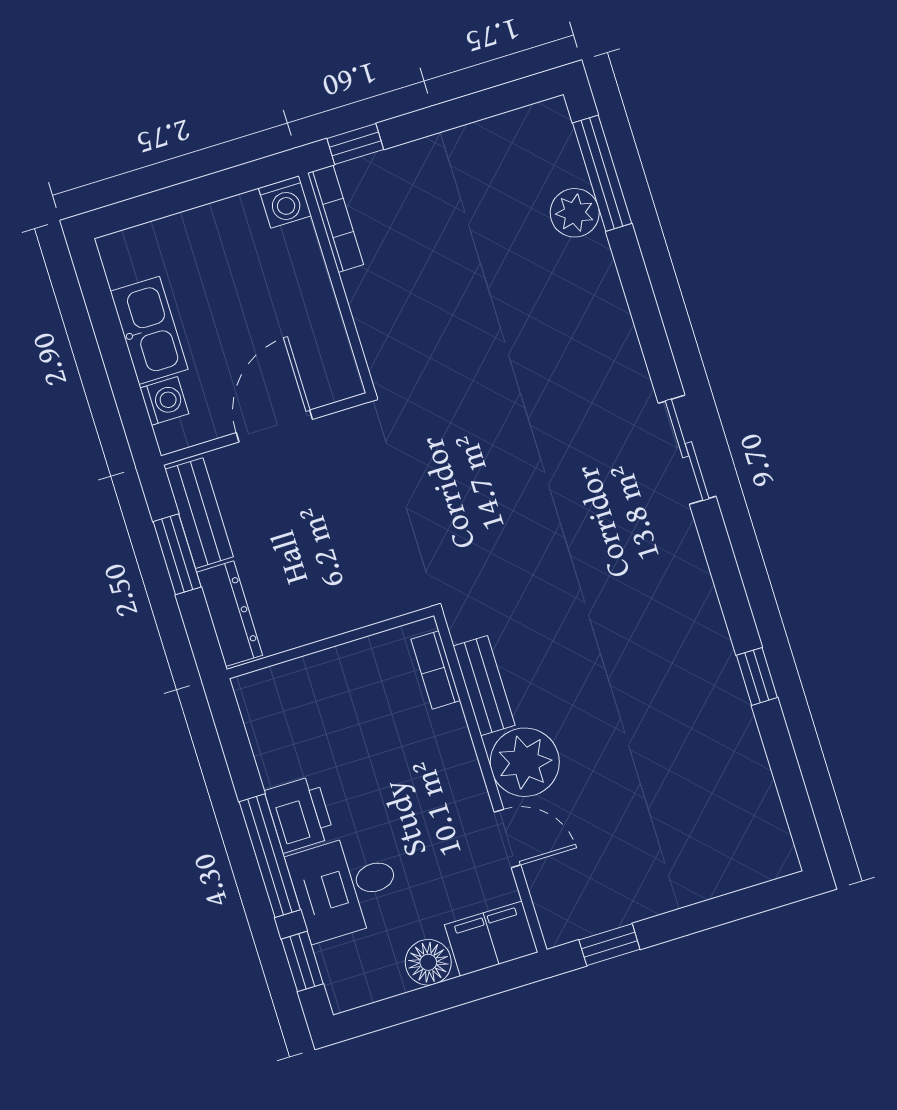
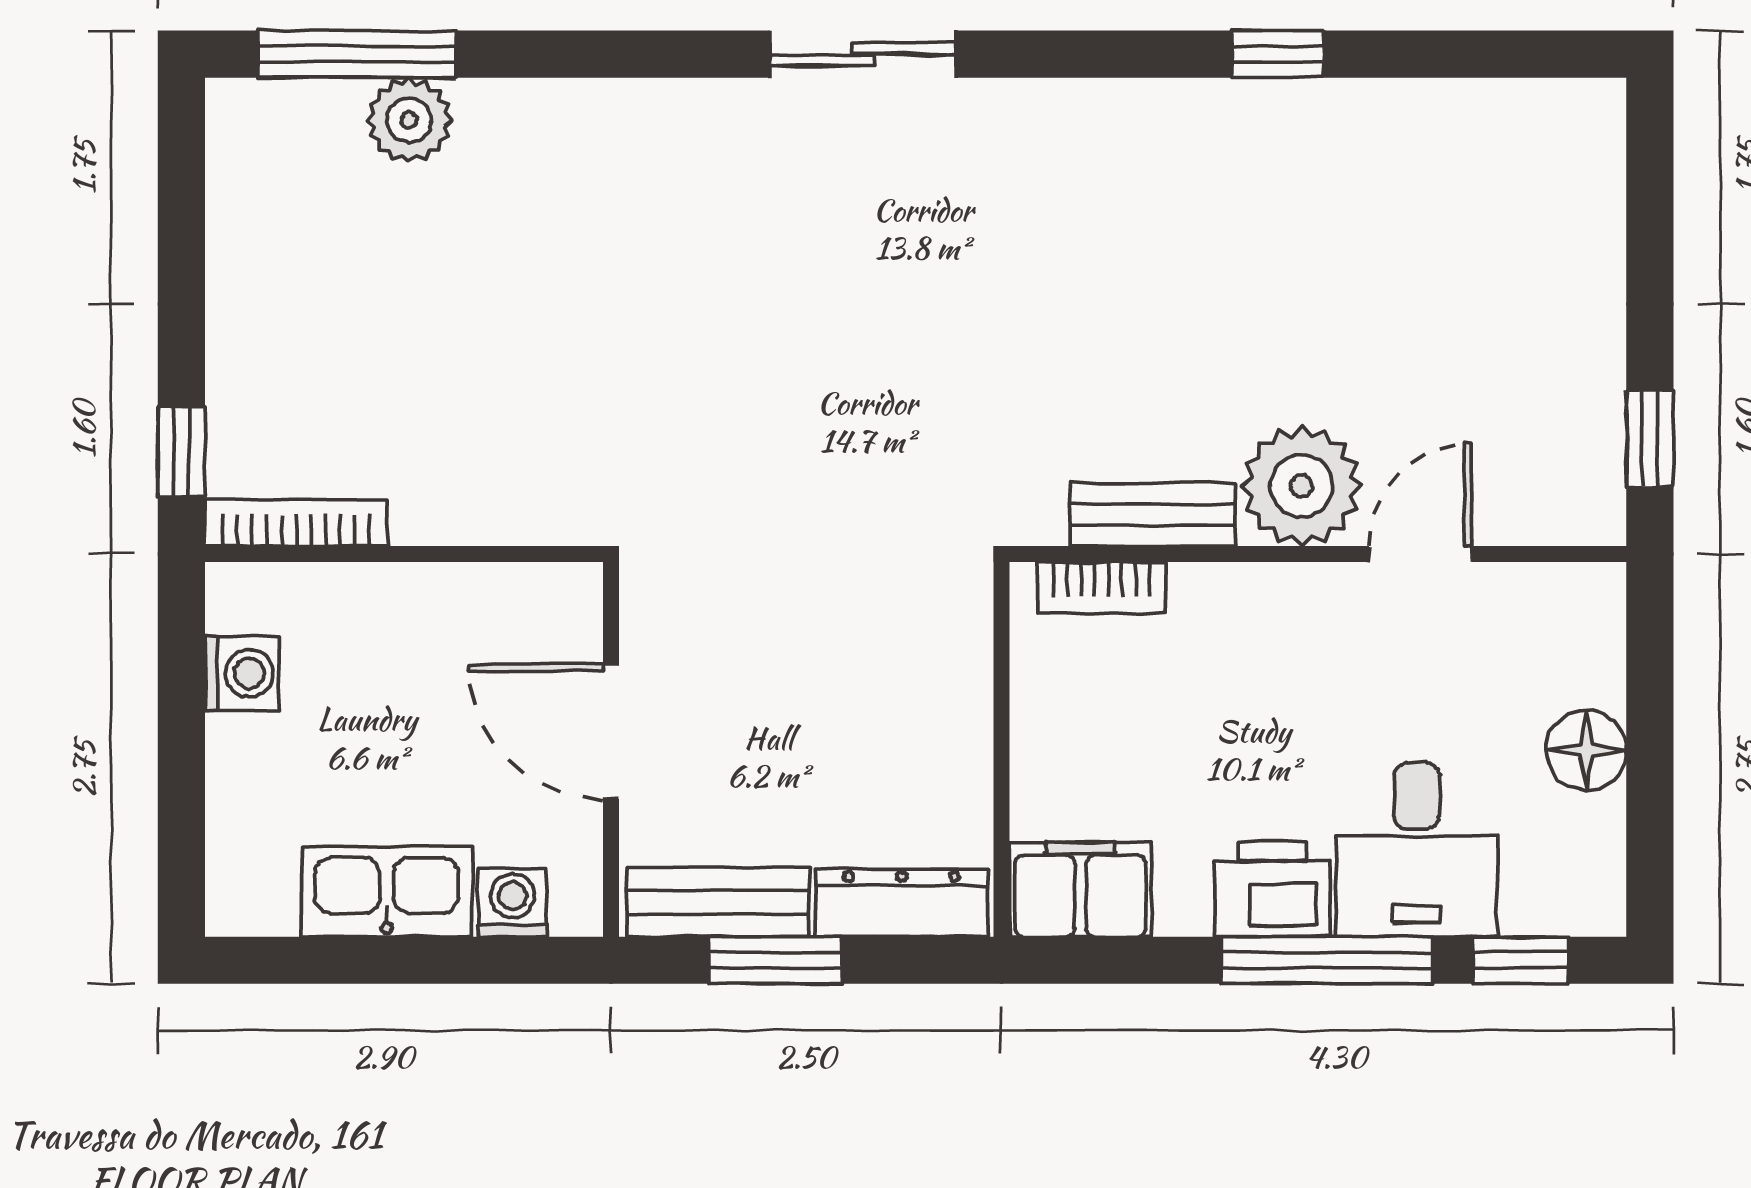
washing machine: (285, 202) -> (242, 673), moved
filing cabinet: (491, 939) -> (1080, 889), moved, turned 90

